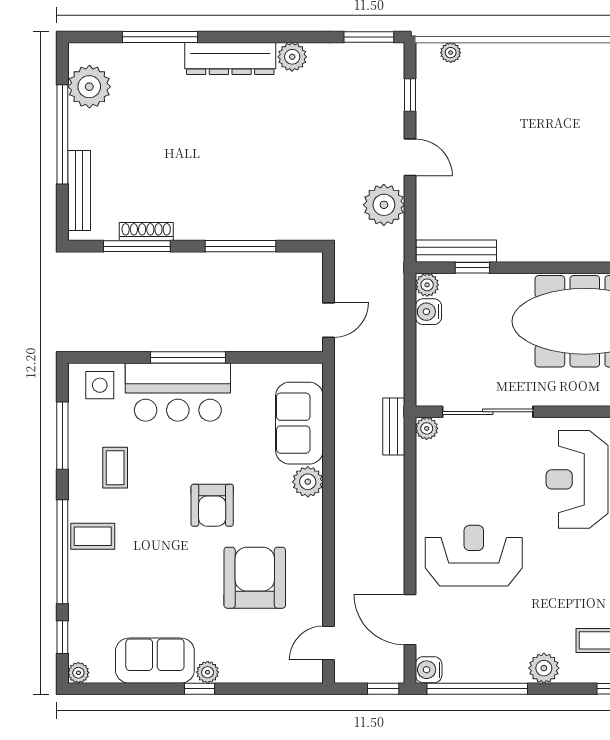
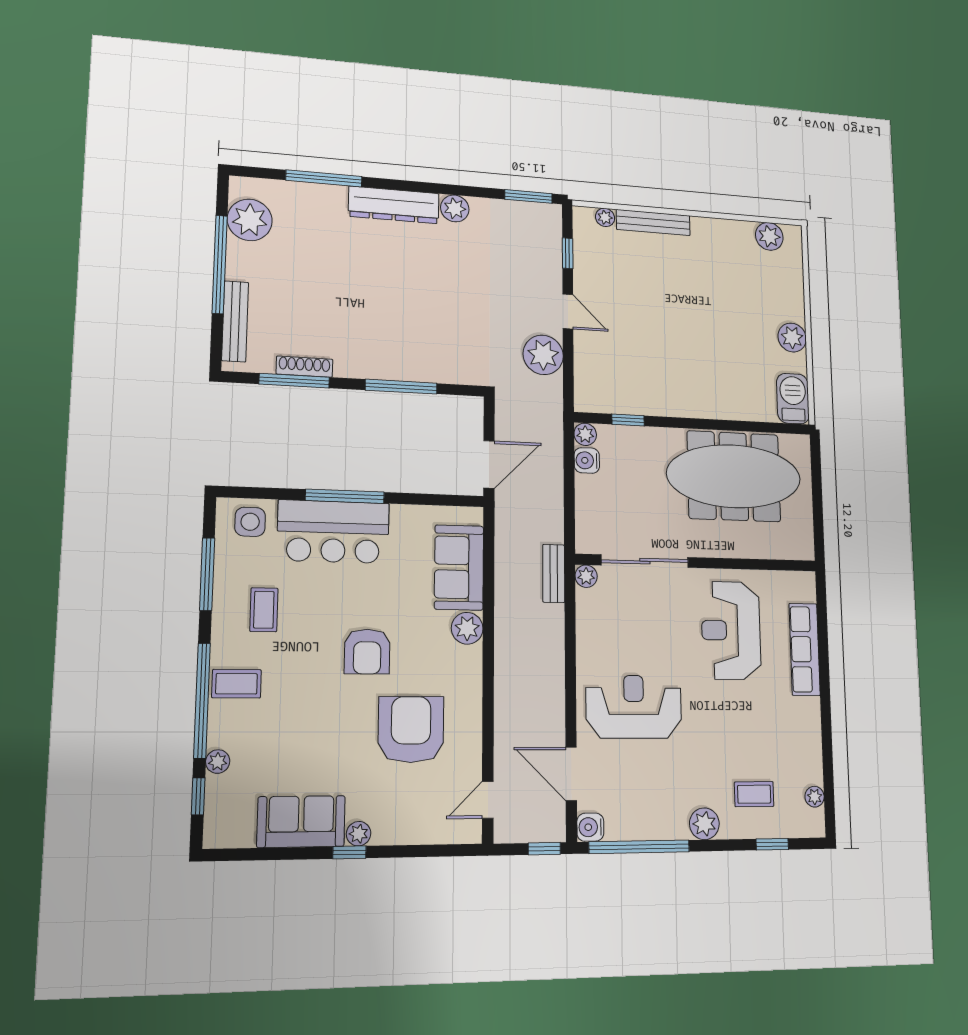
bench: (456, 251) -> (653, 222), moved
door: (329, 320) -> (489, 464), width x1.38
plant: (78, 673) -> (218, 762), moved

